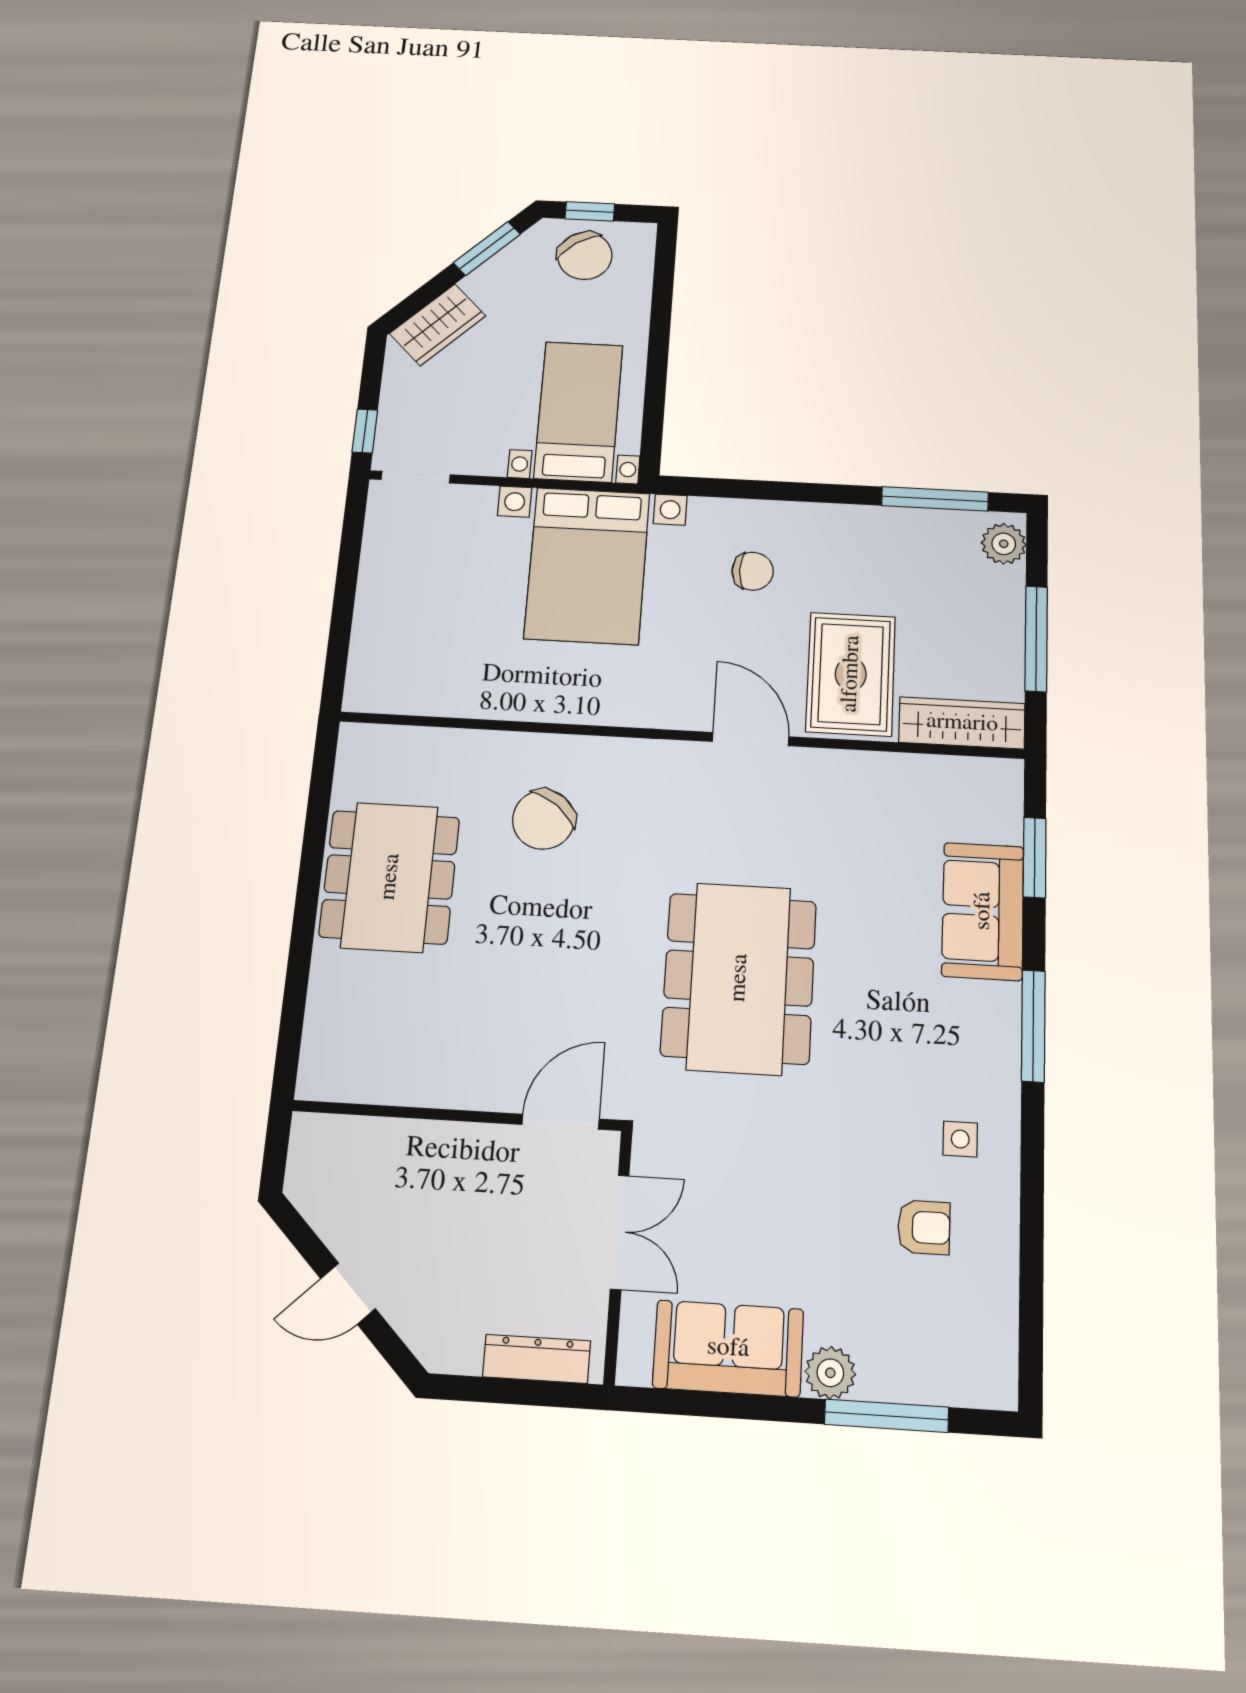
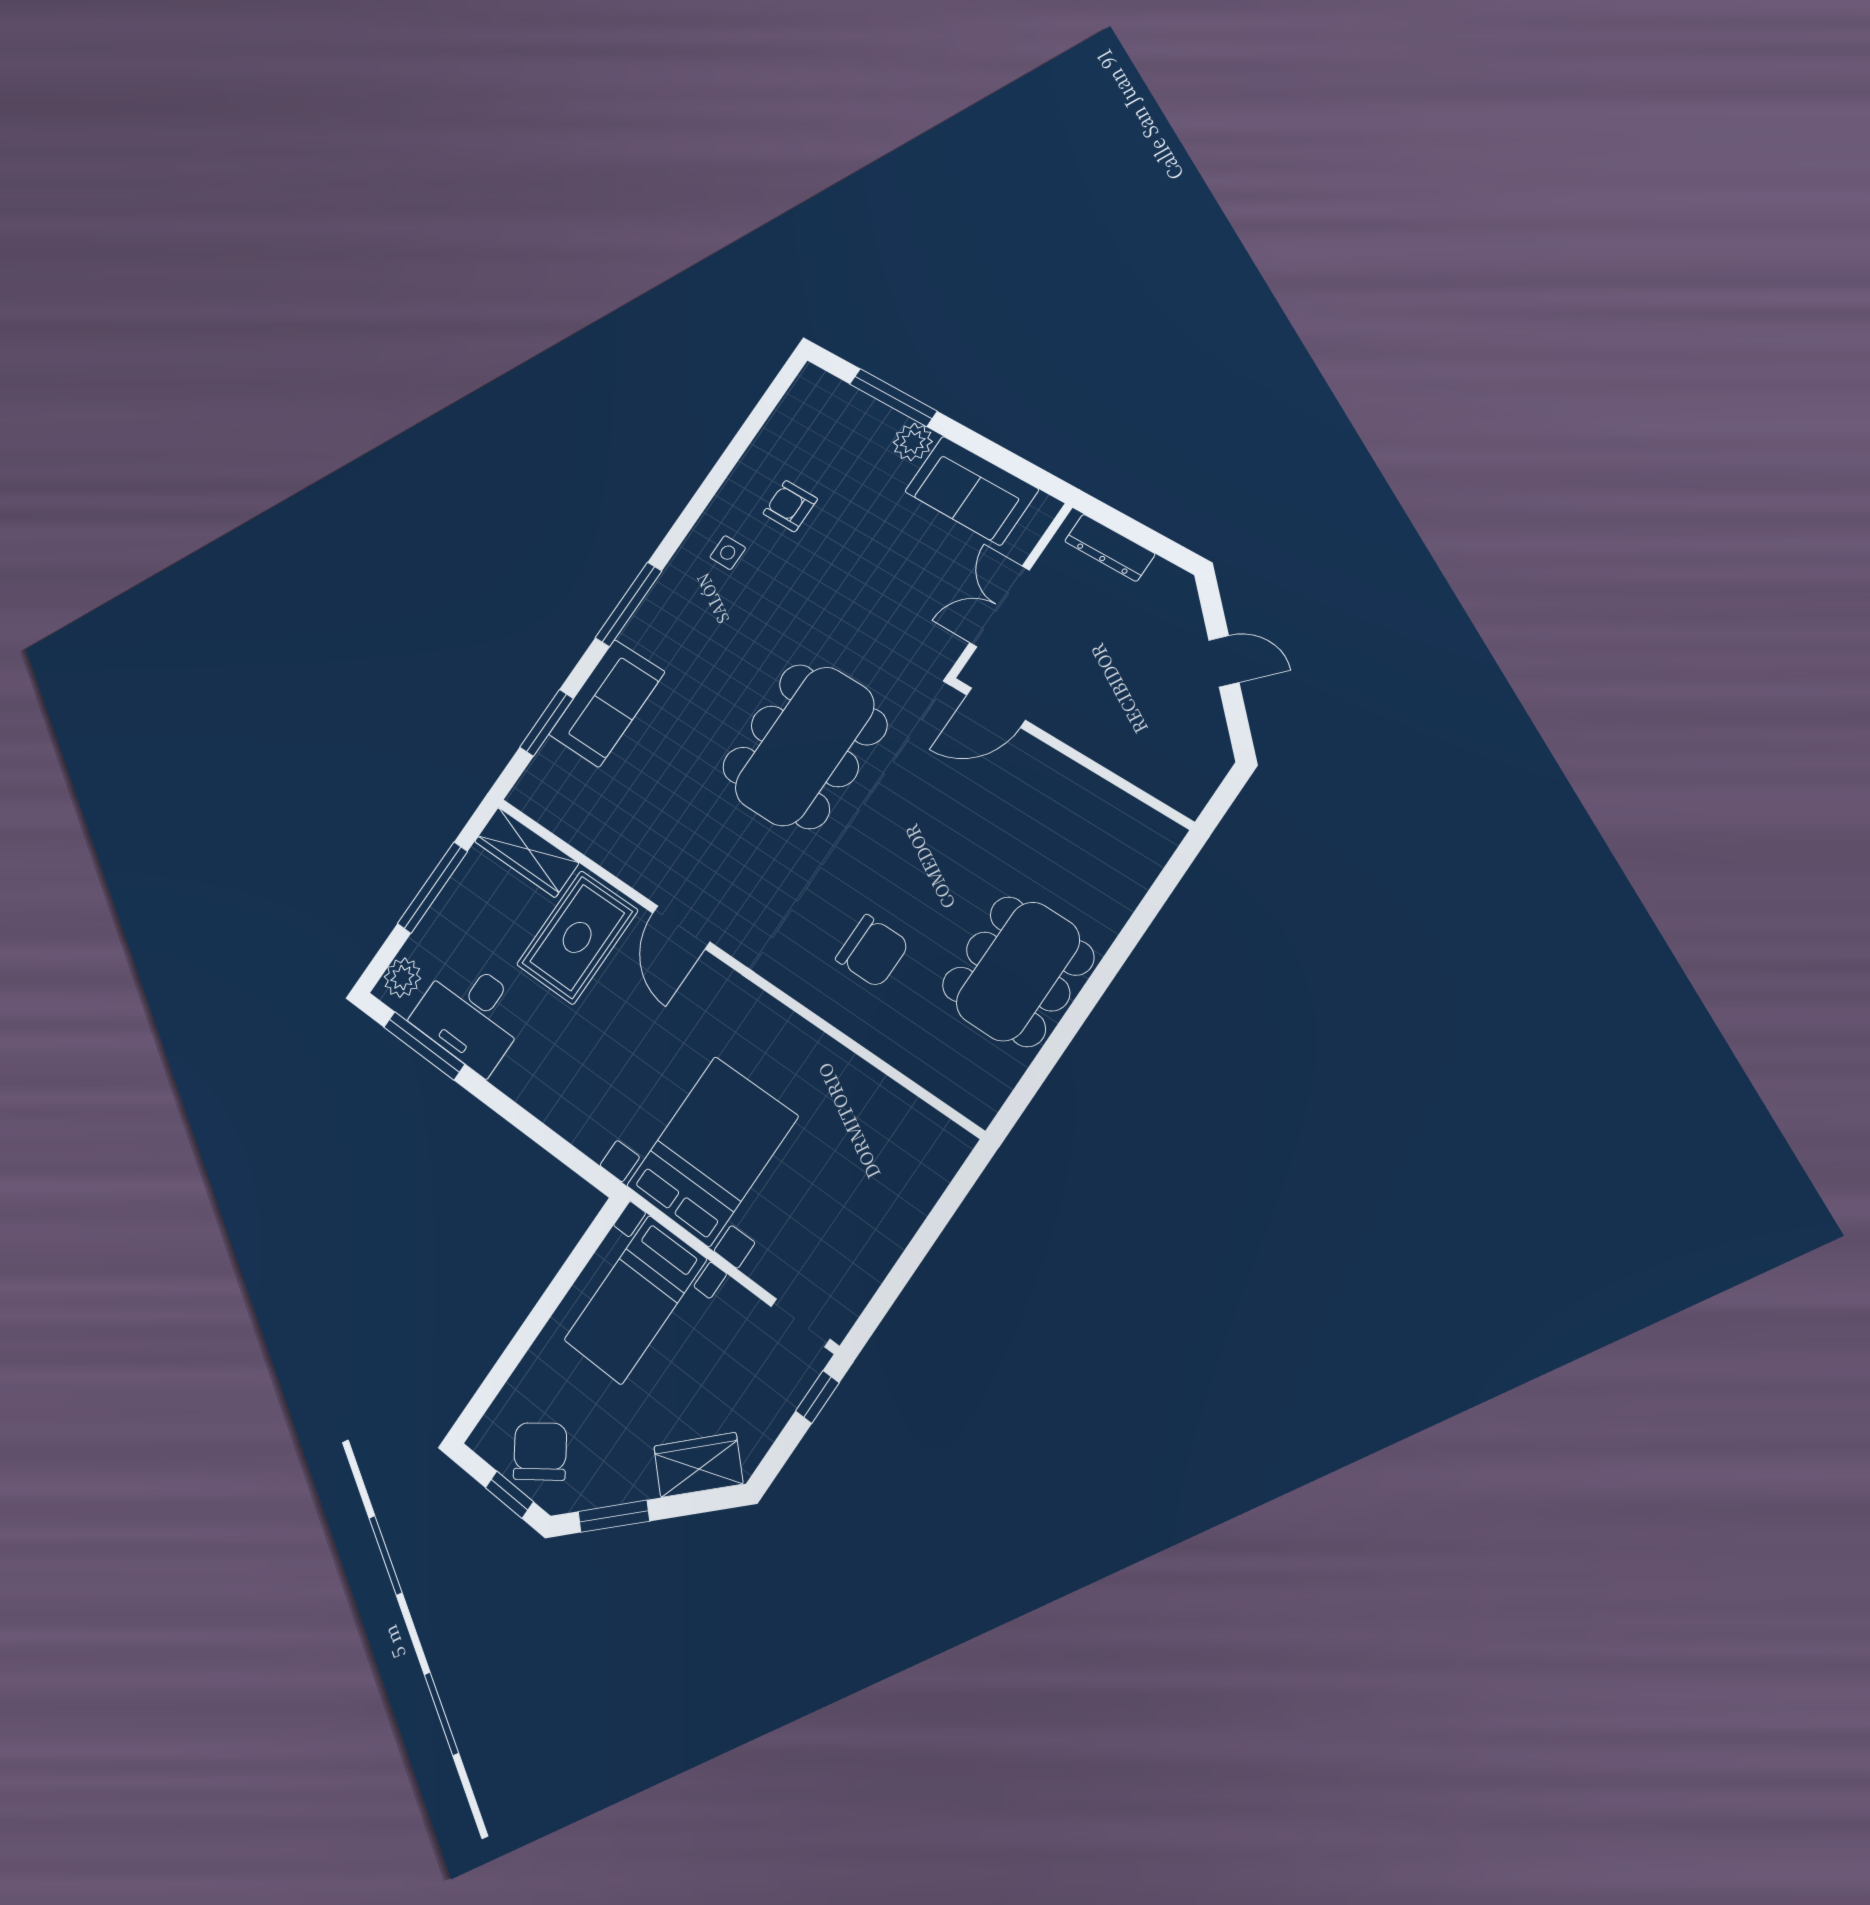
desk: (908, 550) -> (471, 1015), added
chair: (753, 571) -> (592, 1067), removed
chair: (544, 819) -> (872, 951), turned 52

